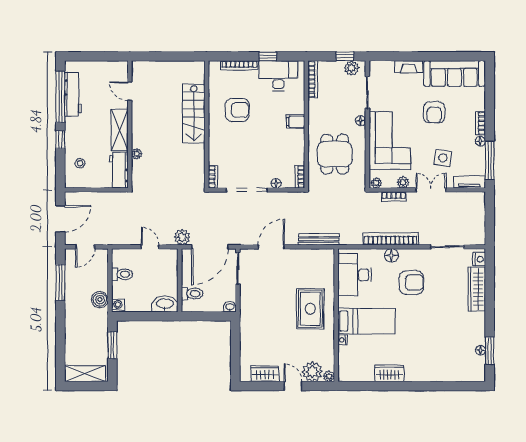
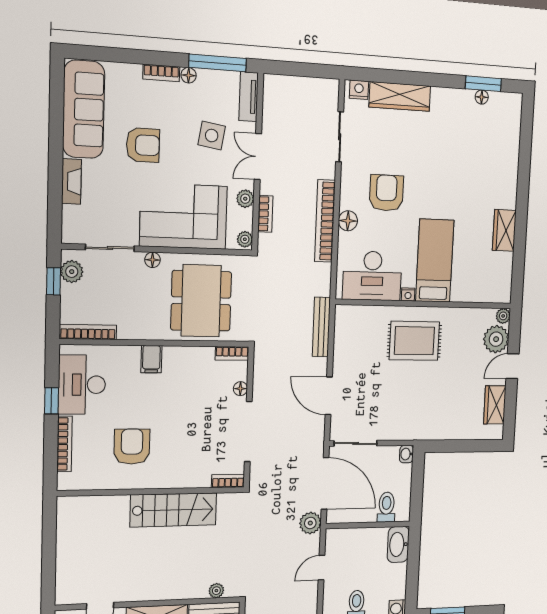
stairs: (194, 114) -> (174, 510), moved
plant: (137, 154) -> (216, 591), moved
dining table: (335, 154) -> (201, 301), width x1.38
nightstand: (342, 340) -> (408, 294), moved

